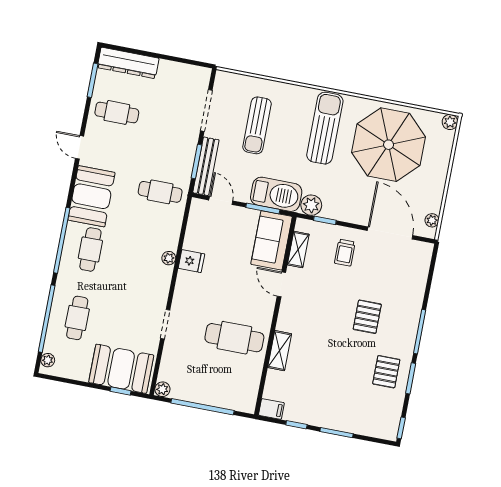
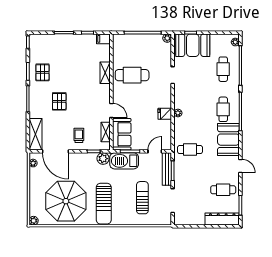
door: (221, 200) -> (155, 151), swing flipped
shelving: (418, 269) -> (36, 134), added

